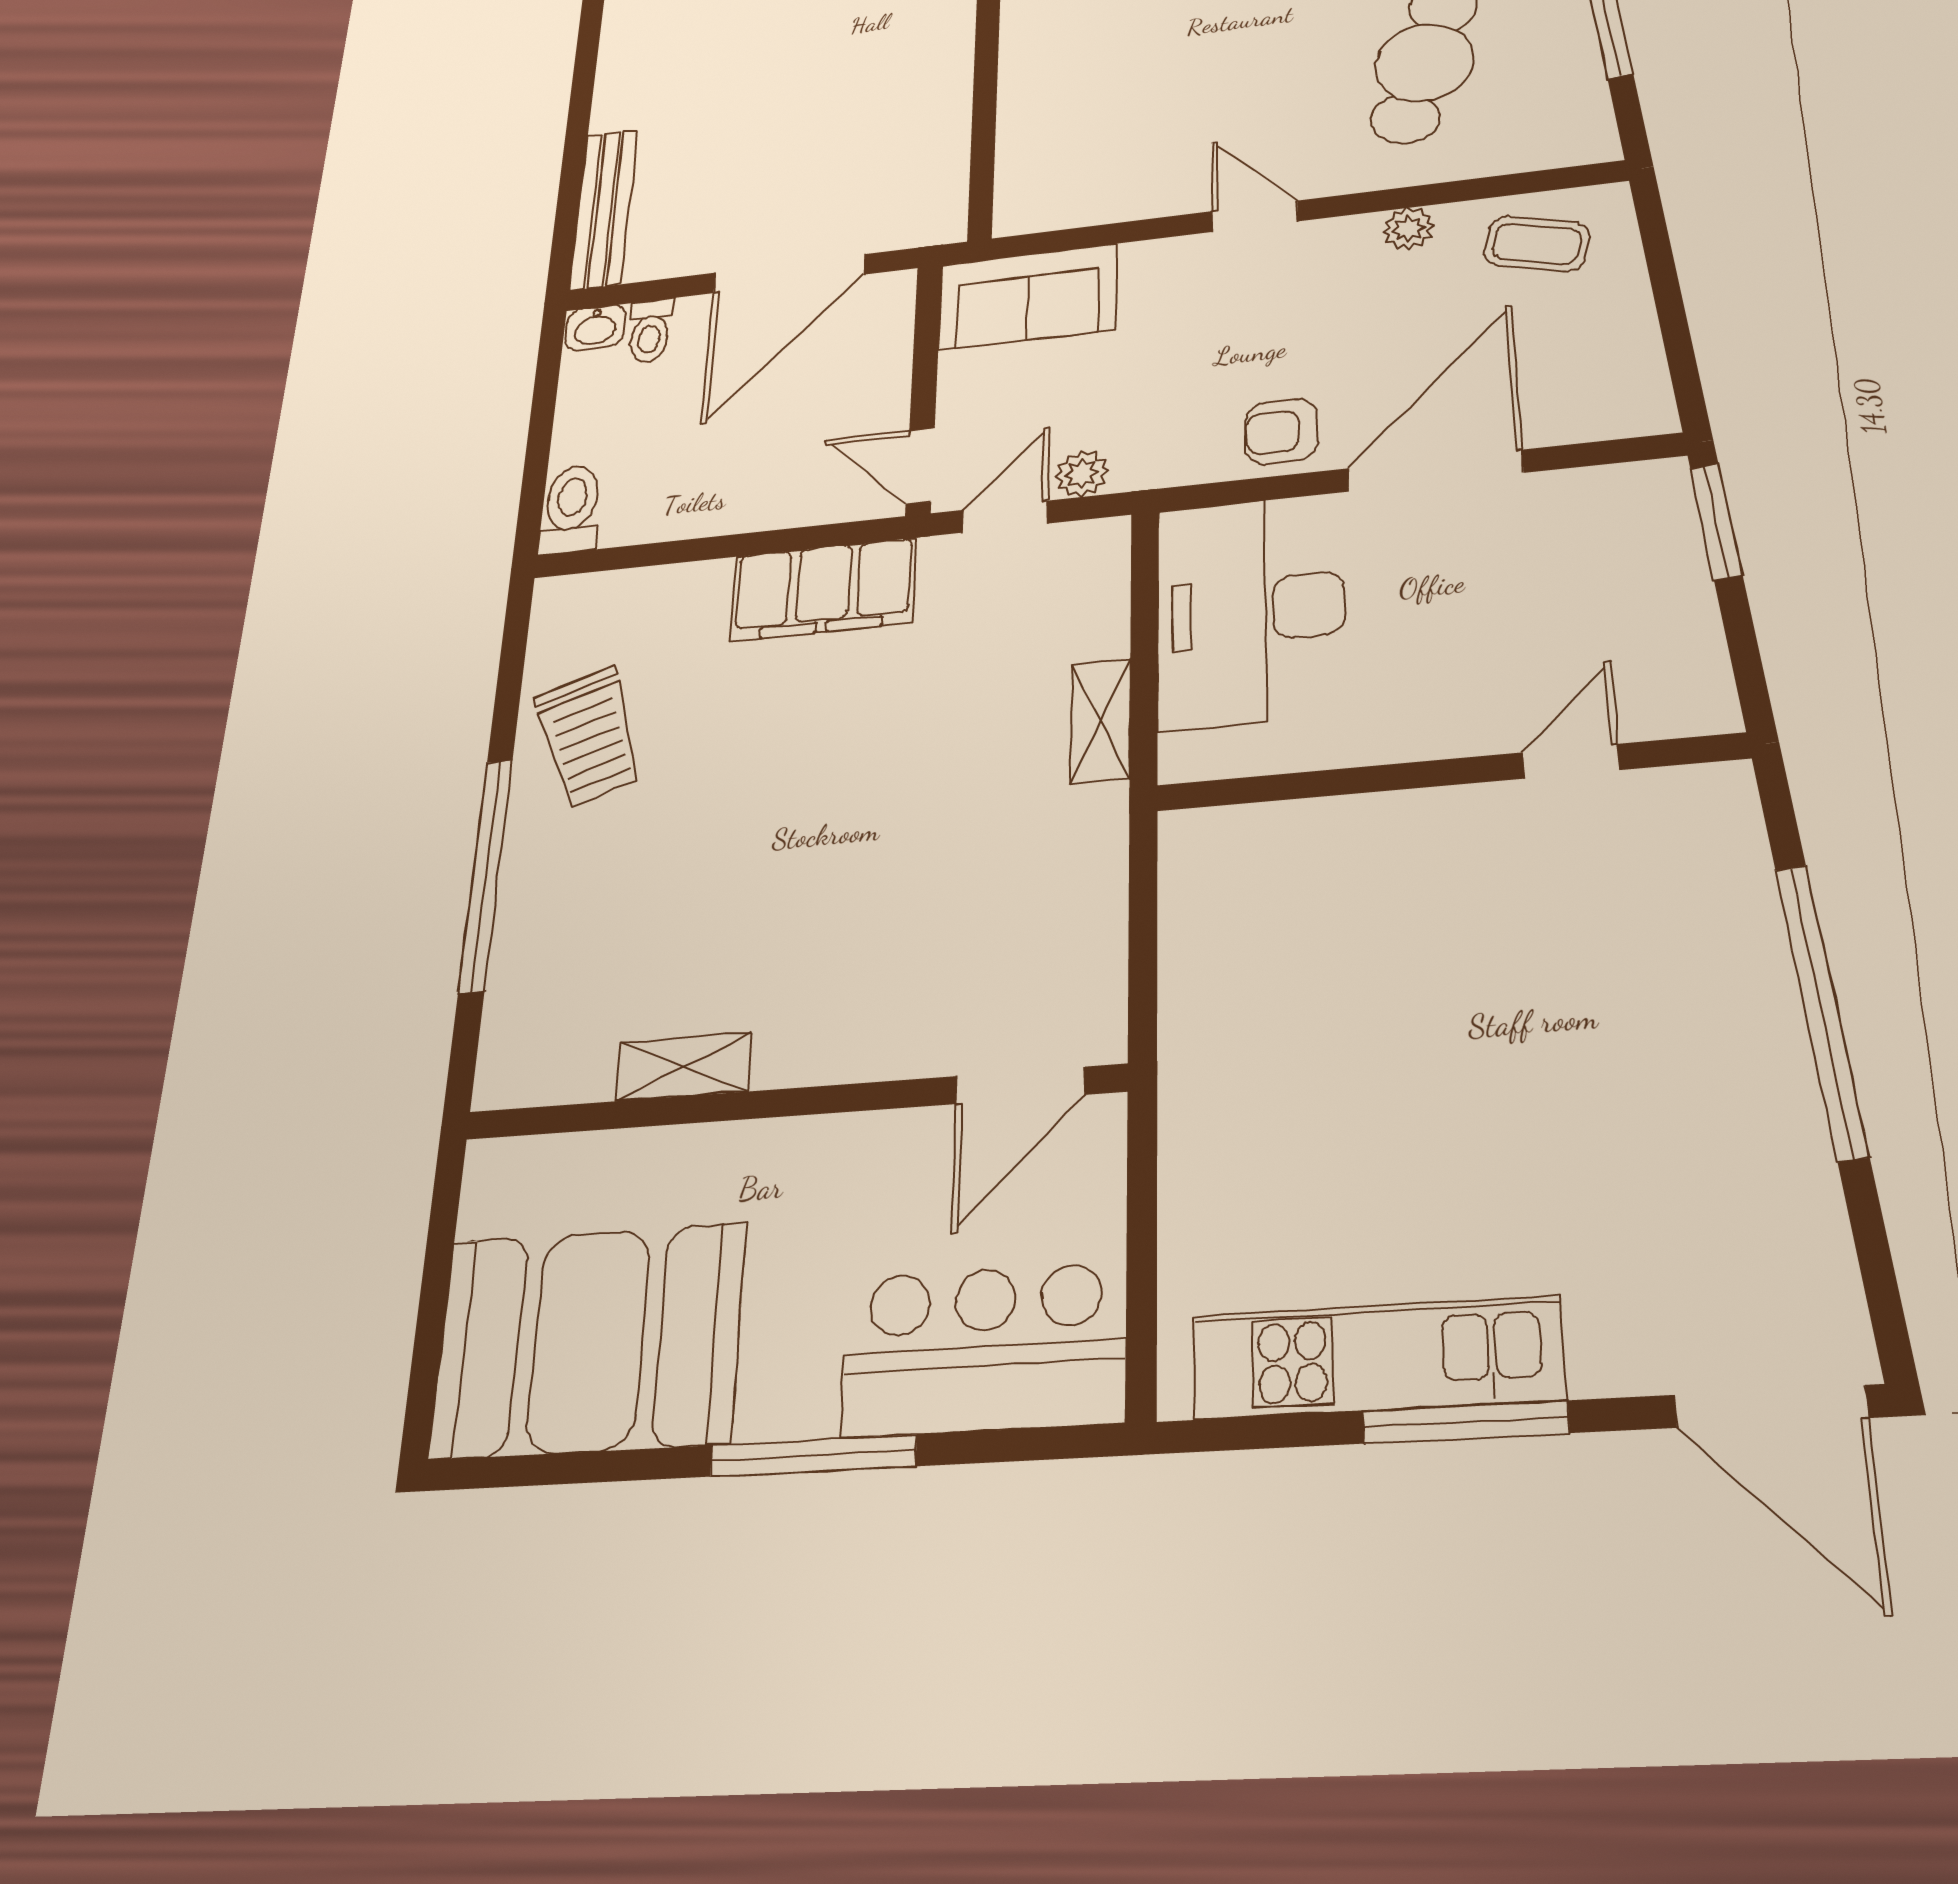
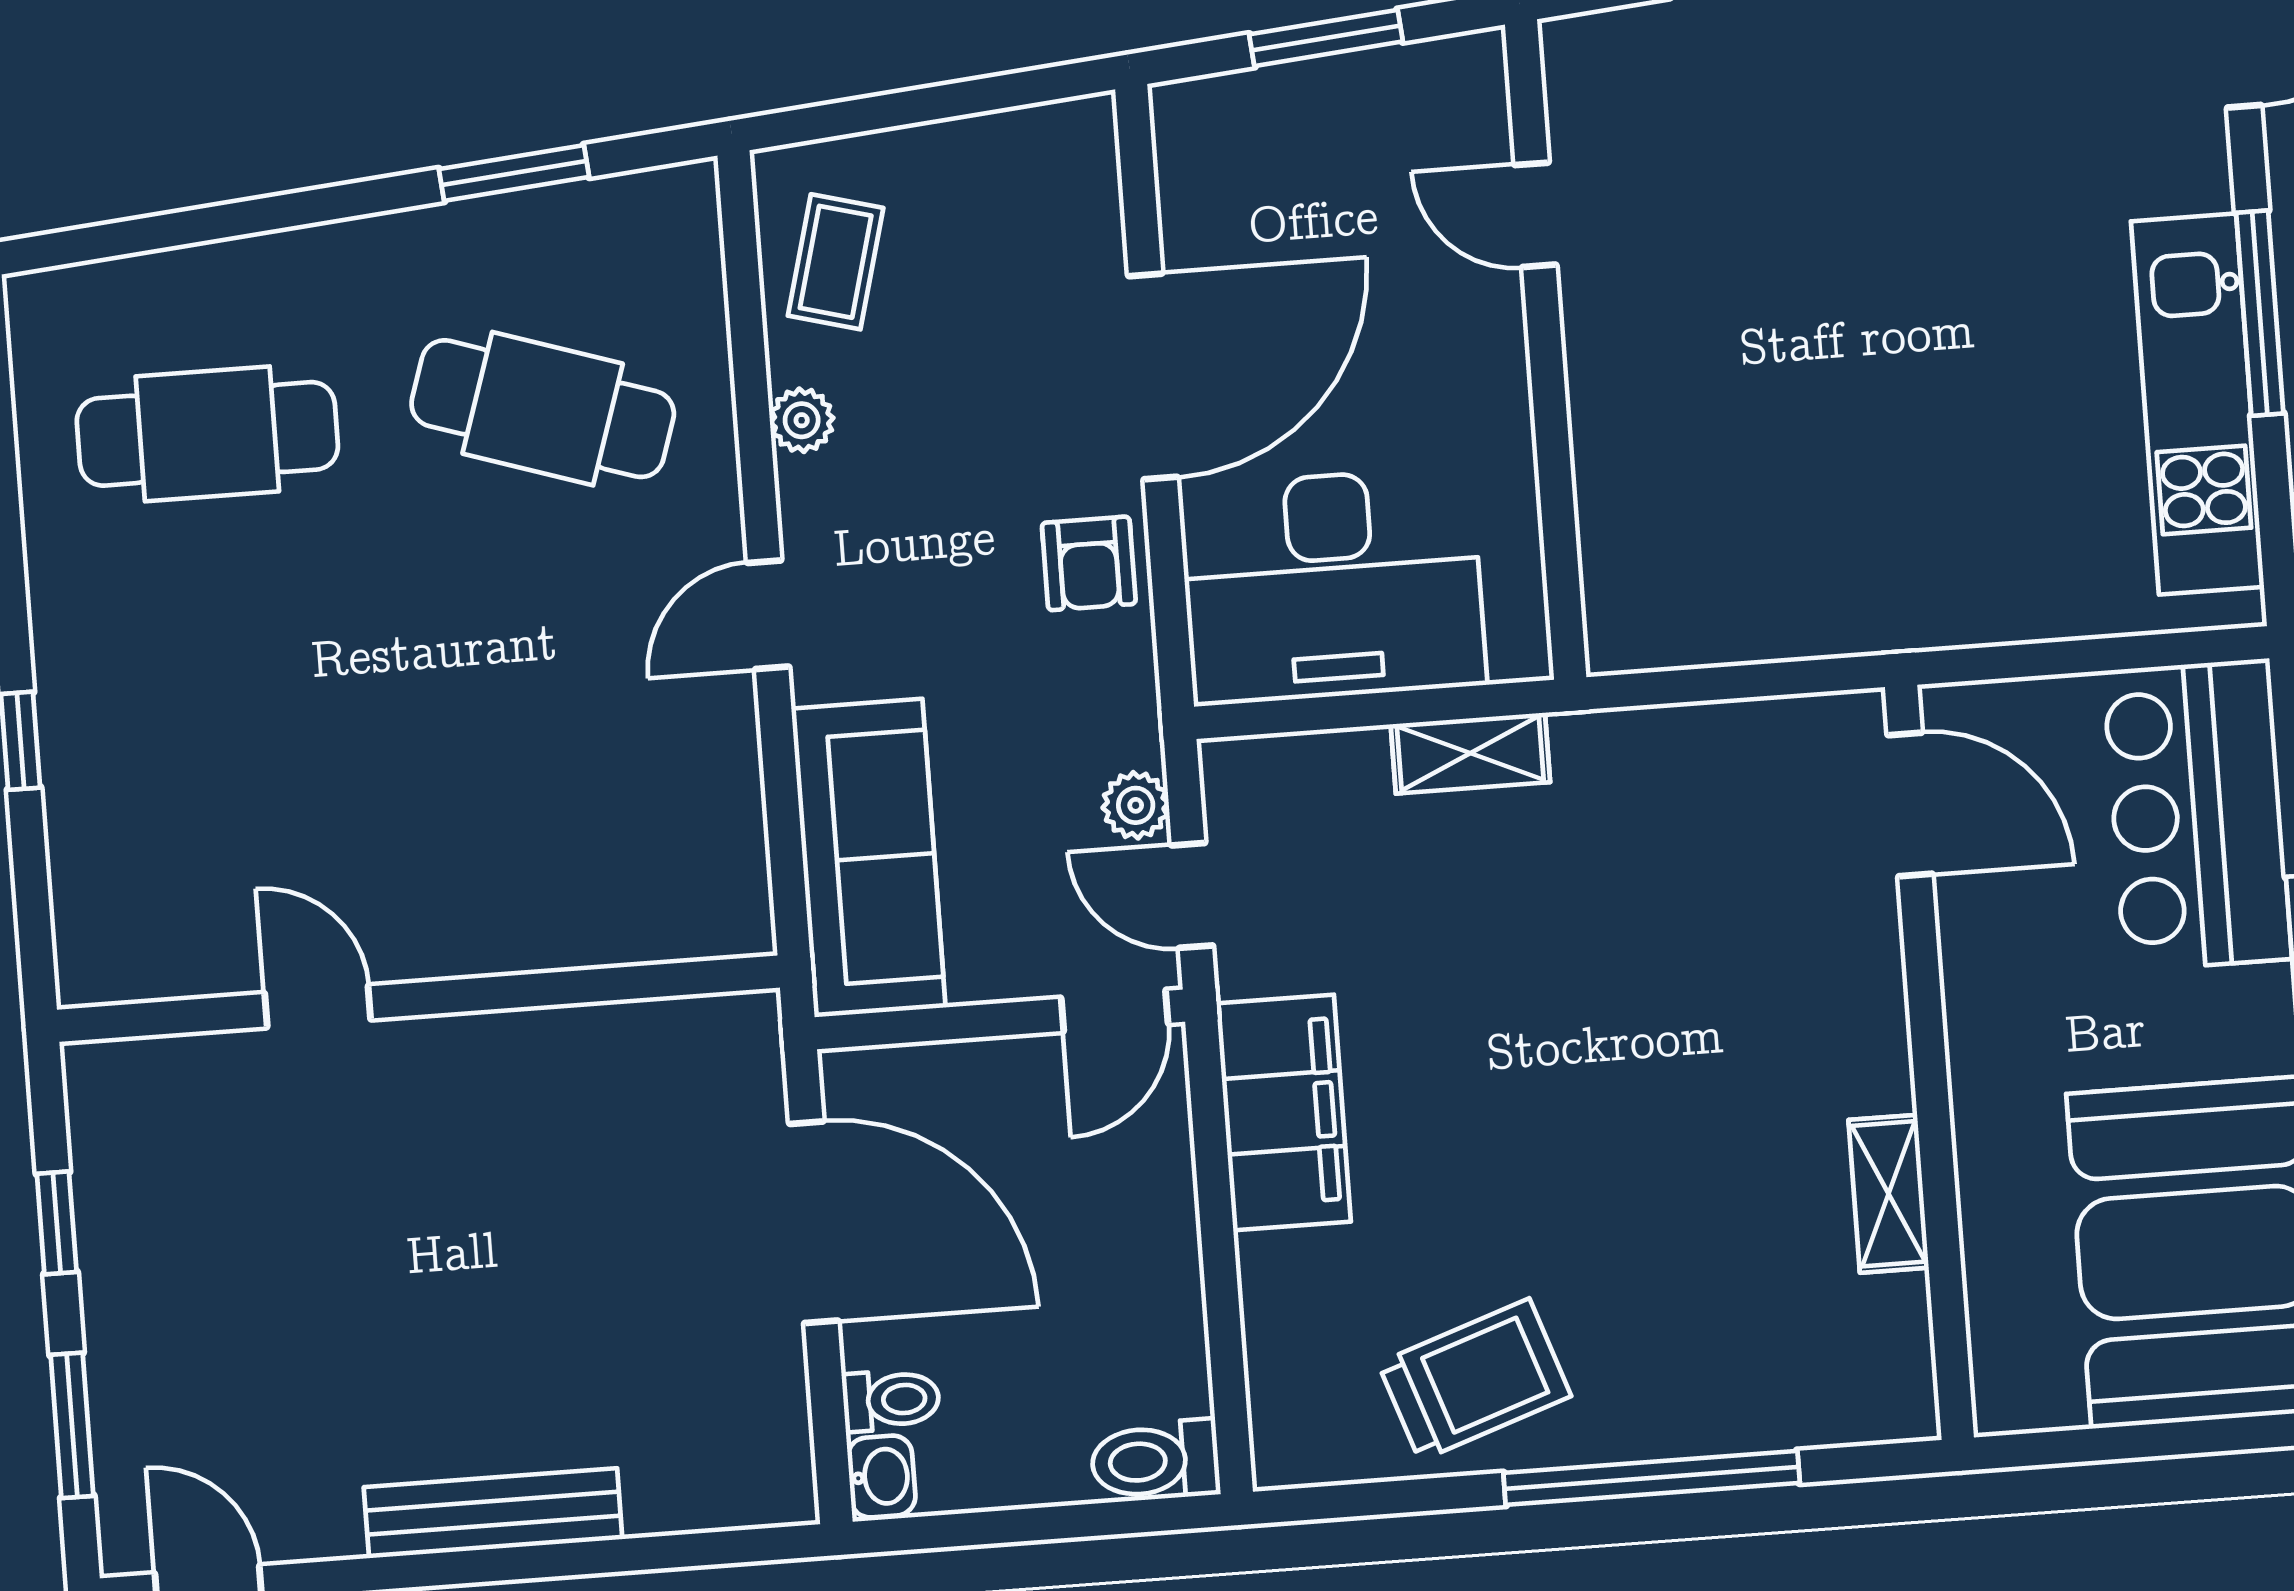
bench: (604, 209) -> (493, 1513), moved
sofa: (1028, 297) -> (868, 858), width x1.36
door: (1435, 471) -> (1153, 376), swing flipped
window: (1716, 522) -> (1326, 38), moved

